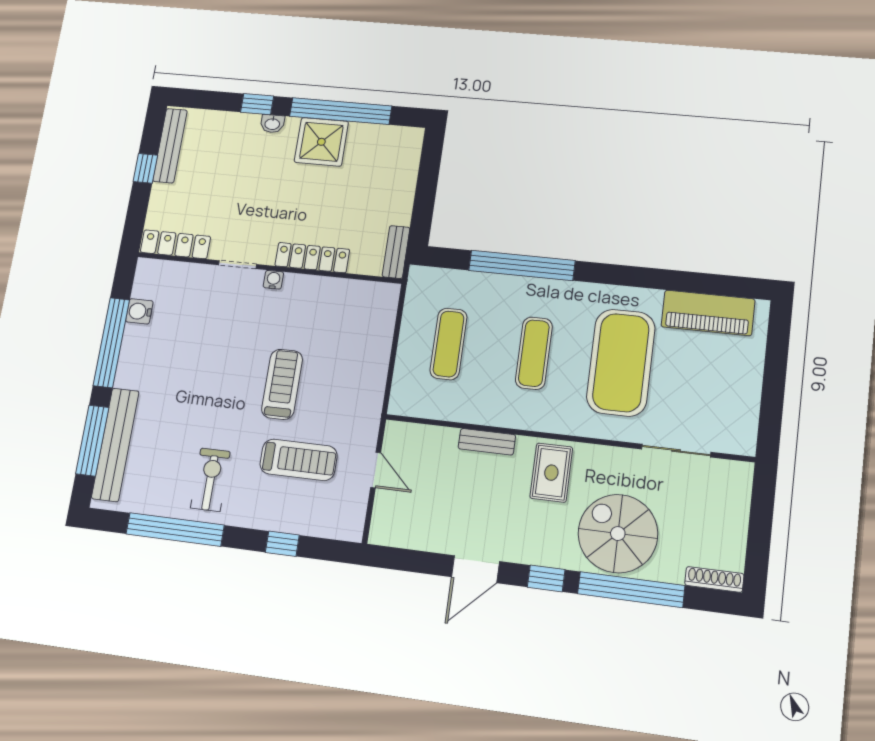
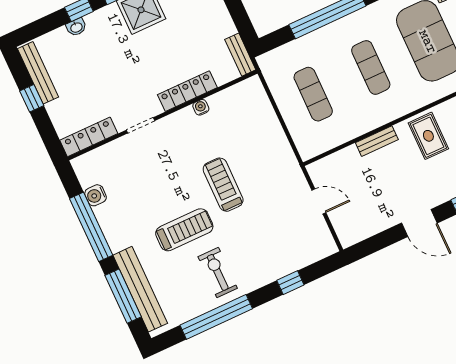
washbasin: (272, 124) -> (76, 27), moved
water cooler: (273, 280) -> (201, 107), moved
treadmill: (298, 460) -> (184, 230), moved
door: (475, 569) -> (419, 223), hinge flipped

